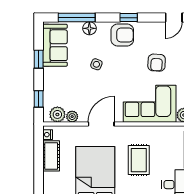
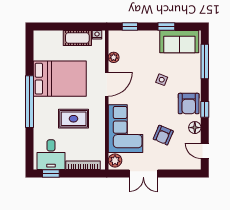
floor lamp: (89, 28) -> (195, 128), moved
armchair: (157, 63) -> (163, 135), turned -70
plant: (57, 114) -> (116, 44), removed
door: (101, 124) -> (107, 84), hinge flipped

